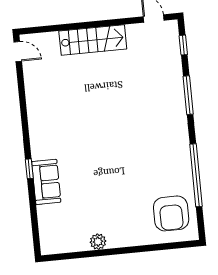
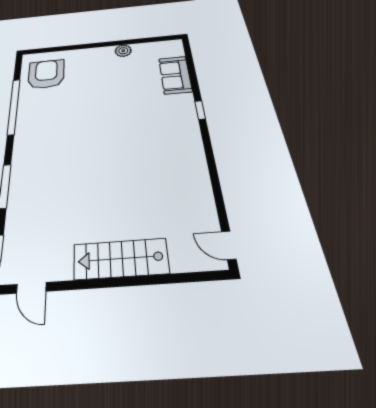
sofa: (46, 182) -> (175, 75), moved

